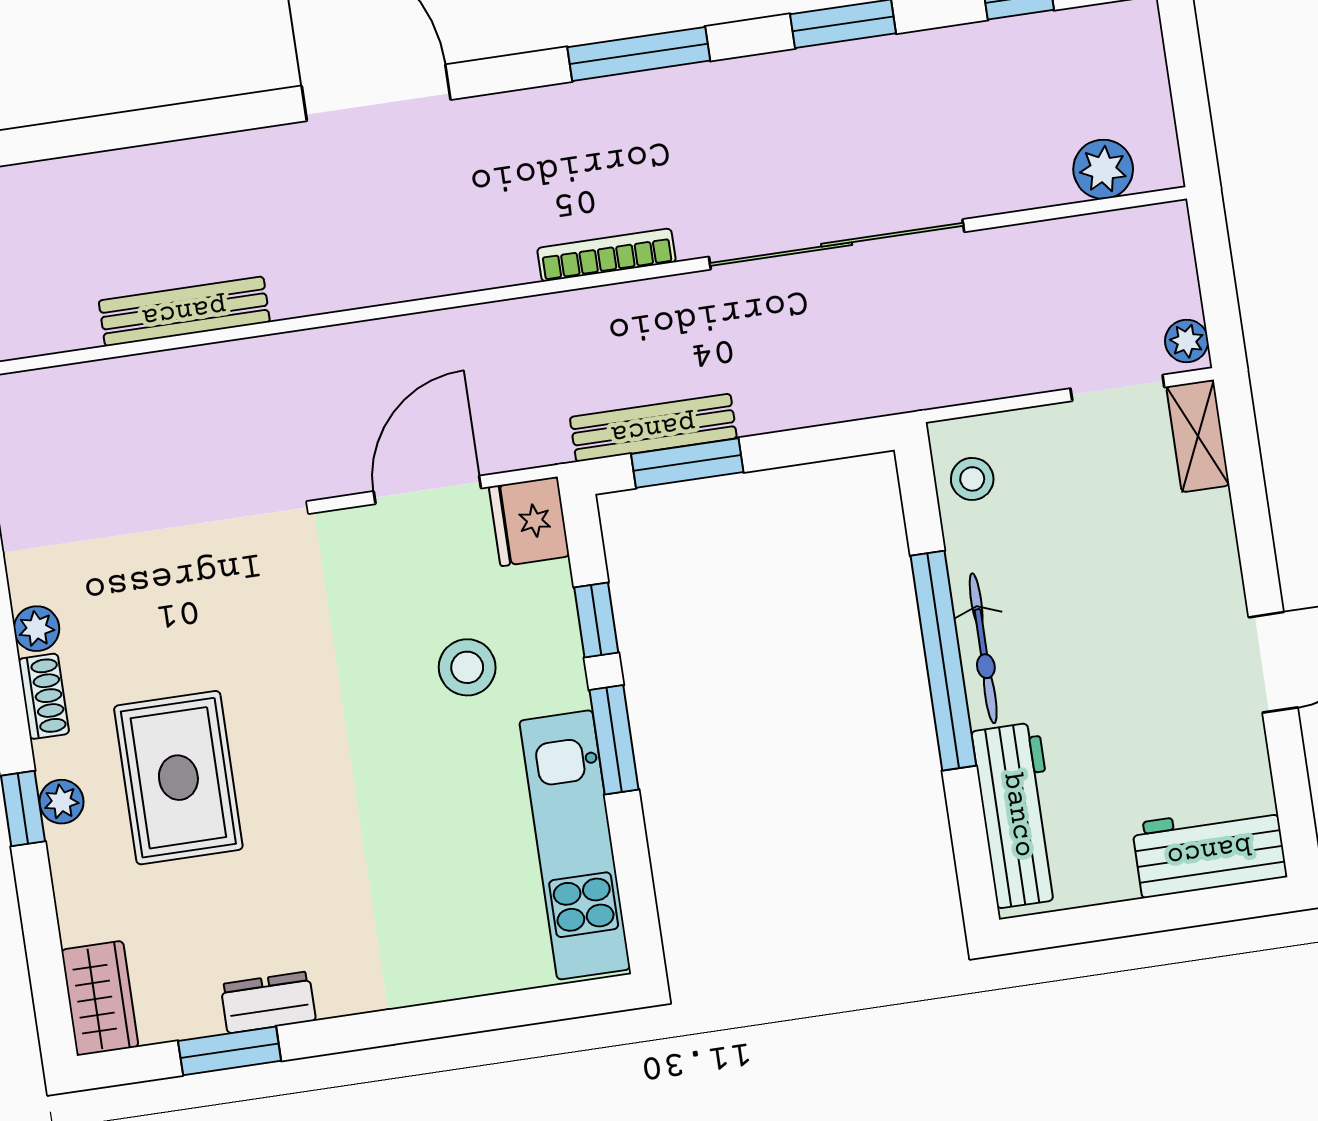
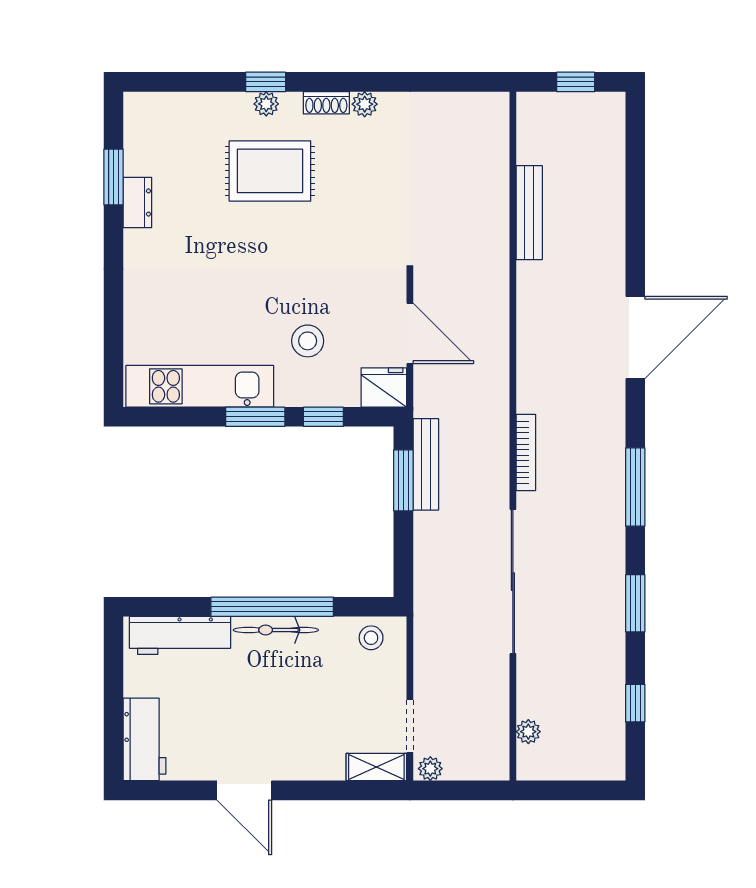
plant: (1103, 169) -> (528, 732), width x0.73, depth x0.73
wardrobe: (100, 998) -> (154, 109), removed

